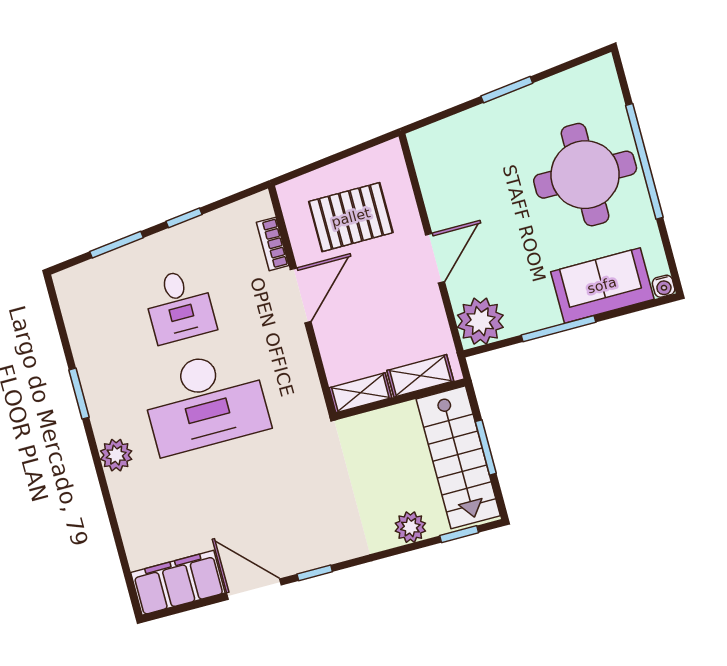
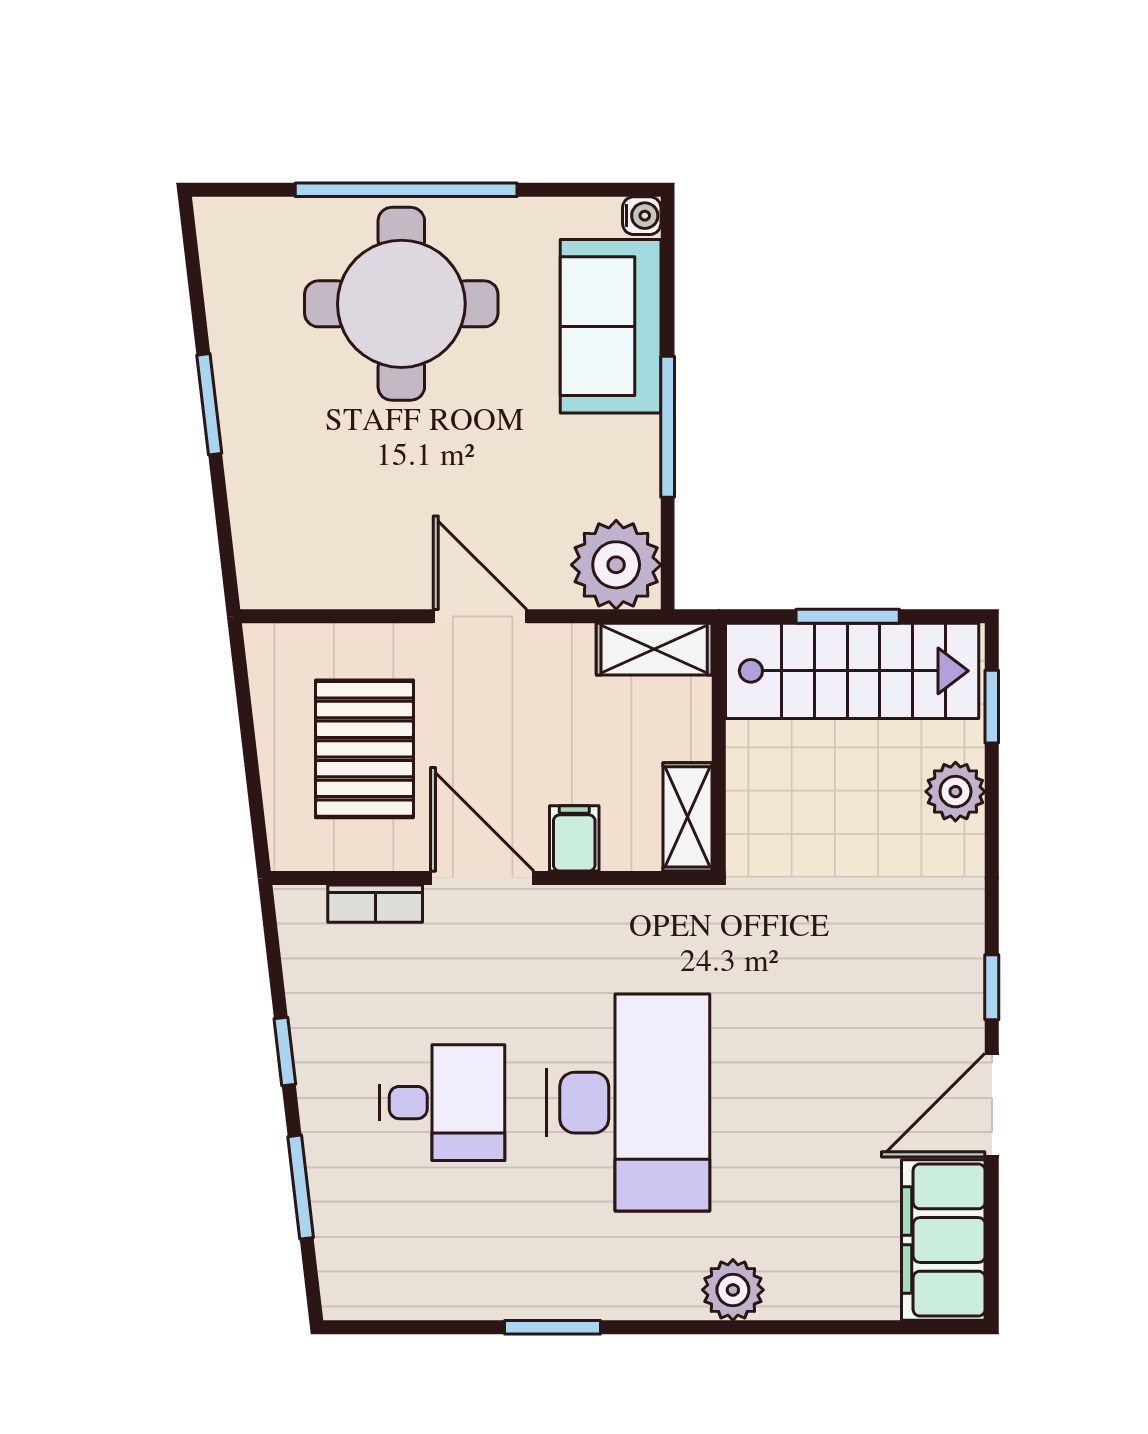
filing cabinet: (334, 337) -> (574, 838), added
shelving: (420, 376) -> (654, 649), moved, turned 90
plant: (116, 455) -> (733, 1290), moved

